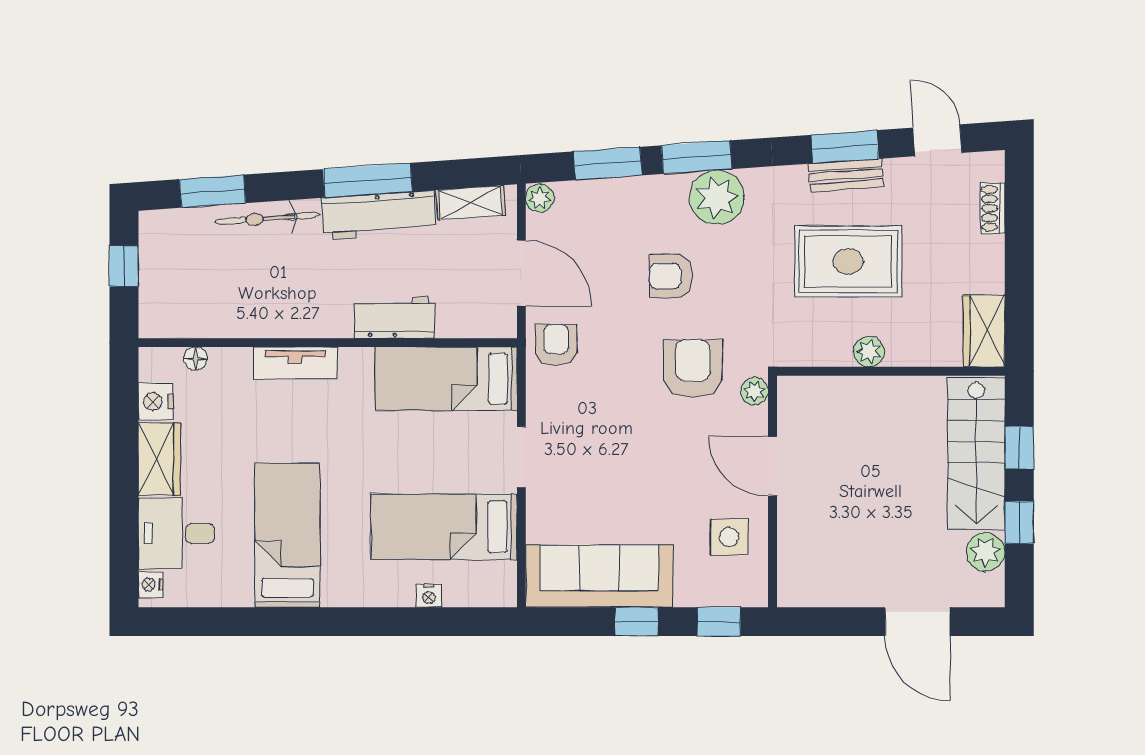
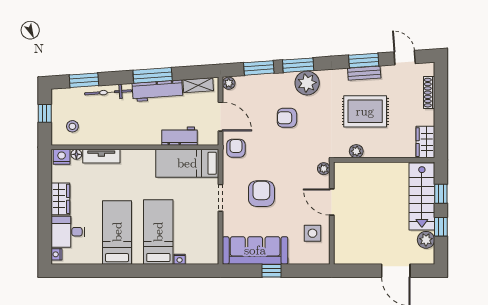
shoe rack: (993, 208) -> (429, 93), width x1.43
stool: (187, 295) -> (72, 126), added
workbench: (395, 318) -> (180, 136), moved
plant: (869, 352) -> (356, 151), moved
tv unit: (295, 363) -> (101, 156), moved
armchair: (693, 369) -> (261, 194), moved
nightstand: (156, 401) -> (62, 157), moved, turned 90
bed: (444, 527) -> (158, 232), moved, turned 90
window: (719, 622) -> (308, 271), removed

